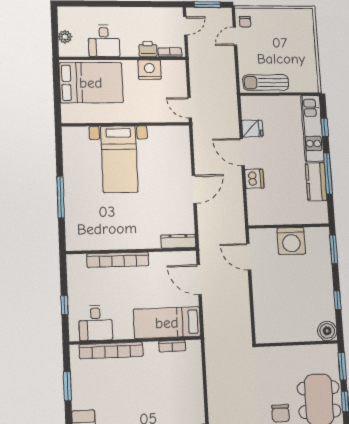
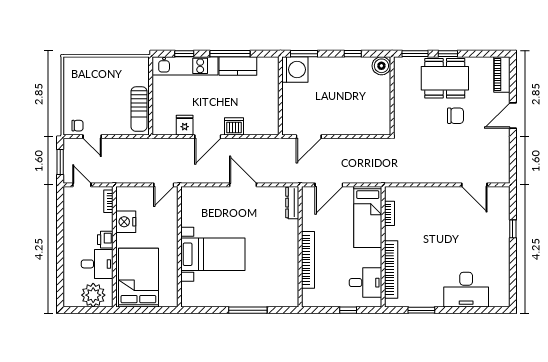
plant: (65, 37) -> (93, 295), width x1.87, depth x1.87
printer: (148, 49) -> (105, 240), moved
washing machine: (291, 241) -> (295, 70), moved

